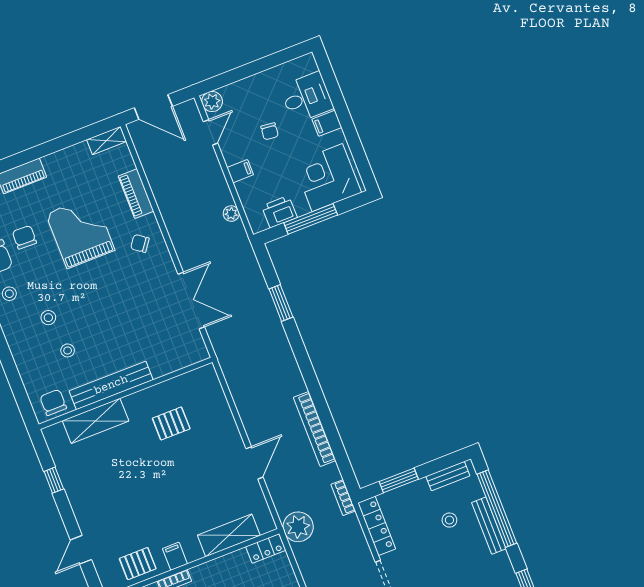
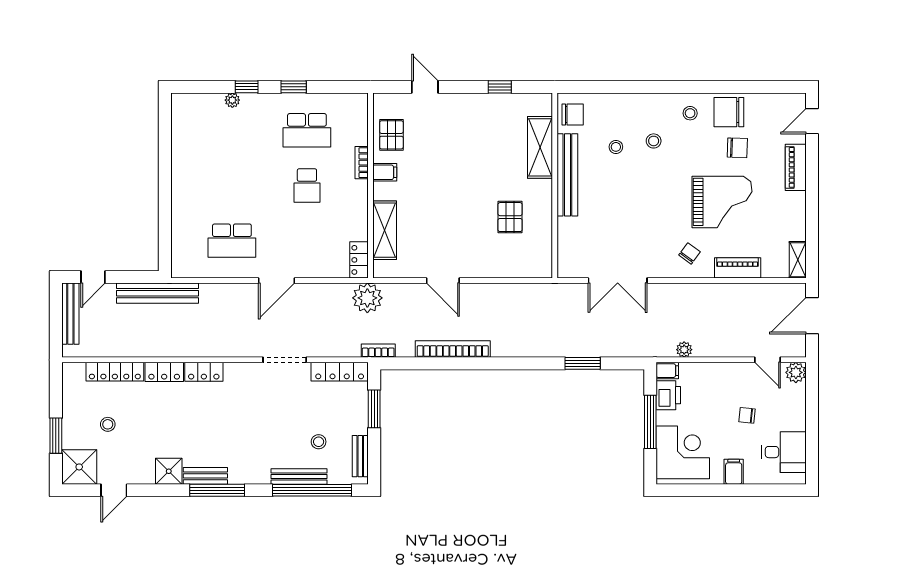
desk: (307, 97) -> (784, 452), moved, turned -90
filing cabinet: (240, 171) -> (667, 371), moved, turned -90

